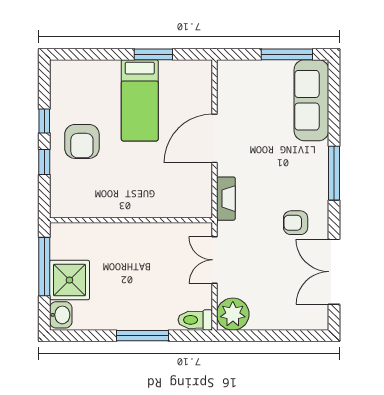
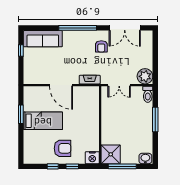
window: (287, 54) -> (21, 50), width x0.46
window: (334, 173) -> (78, 28), width x1.46
nightstand: (62, 204) -> (92, 158), added
shower: (69, 280) -> (111, 154), moved

